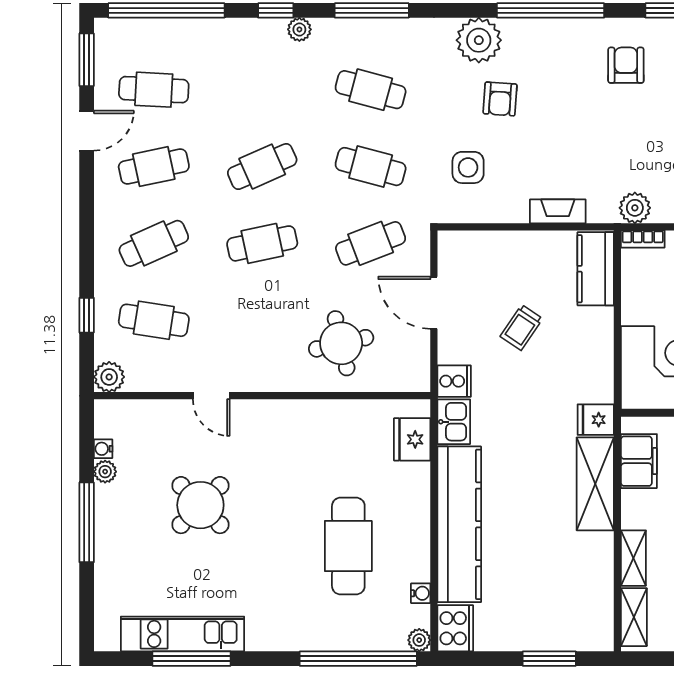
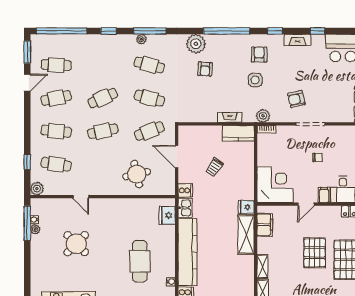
plant: (299, 29) -> (141, 39), moved
side table: (468, 167) -> (255, 80), moved
cafe table: (154, 243) -> (56, 131), turned 30
kitchen counter: (596, 269) -> (238, 133), moved, turned -90
window: (87, 522) -> (27, 223), moved

